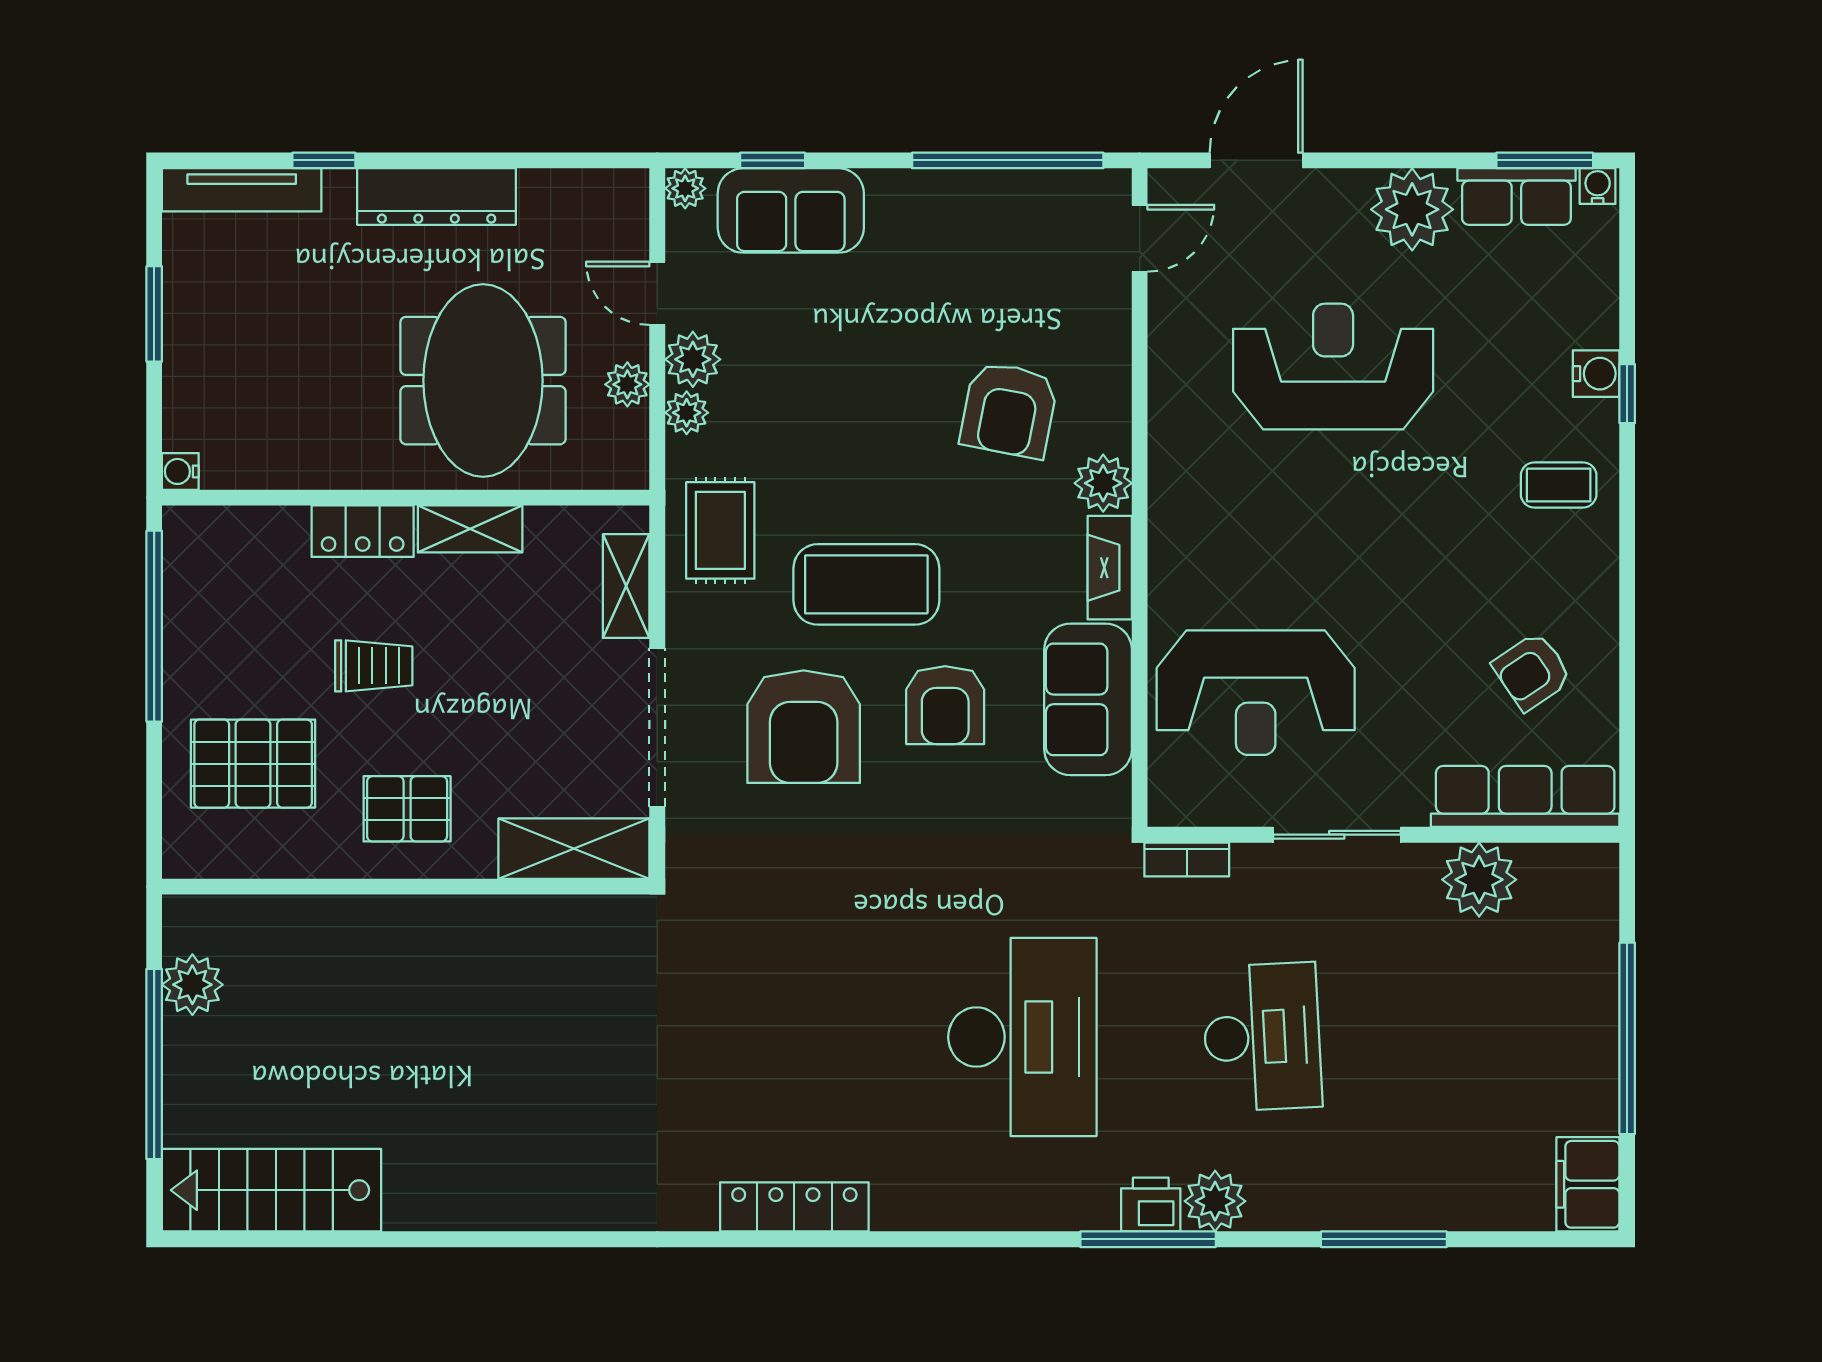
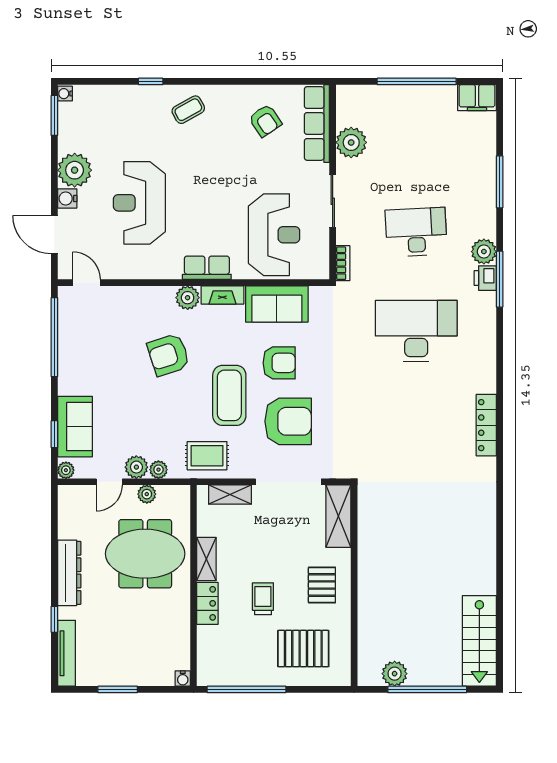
row of seats: (1516, 197) -> (207, 268), moved, turned -90
water cooler: (1596, 374) -> (67, 198), moved, turned -90
armchair: (1009, 410) -> (168, 355), moved, turned 151
coffee table: (1559, 485) -> (188, 110), turned 61
pallet: (253, 764) -> (303, 649), turned 90

